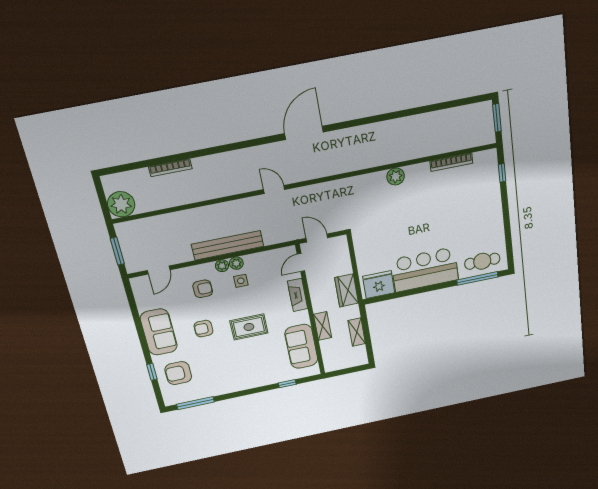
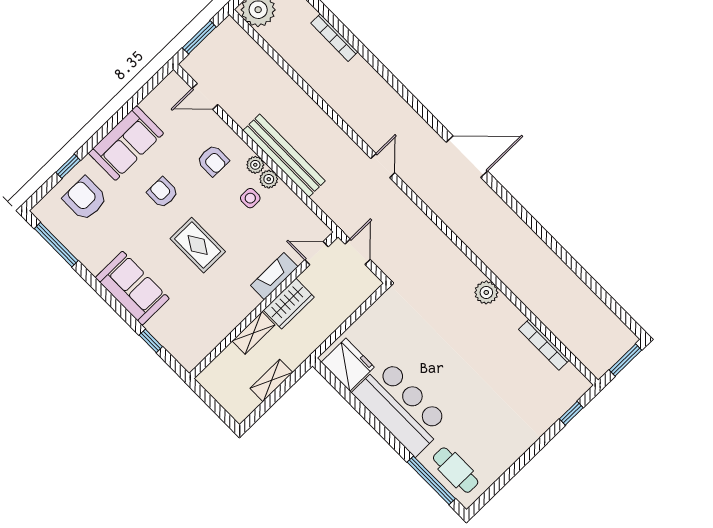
wardrobe: (347, 290) -> (289, 304), moved, turned 180
sofa: (301, 346) -> (132, 288), moved, turned 90

